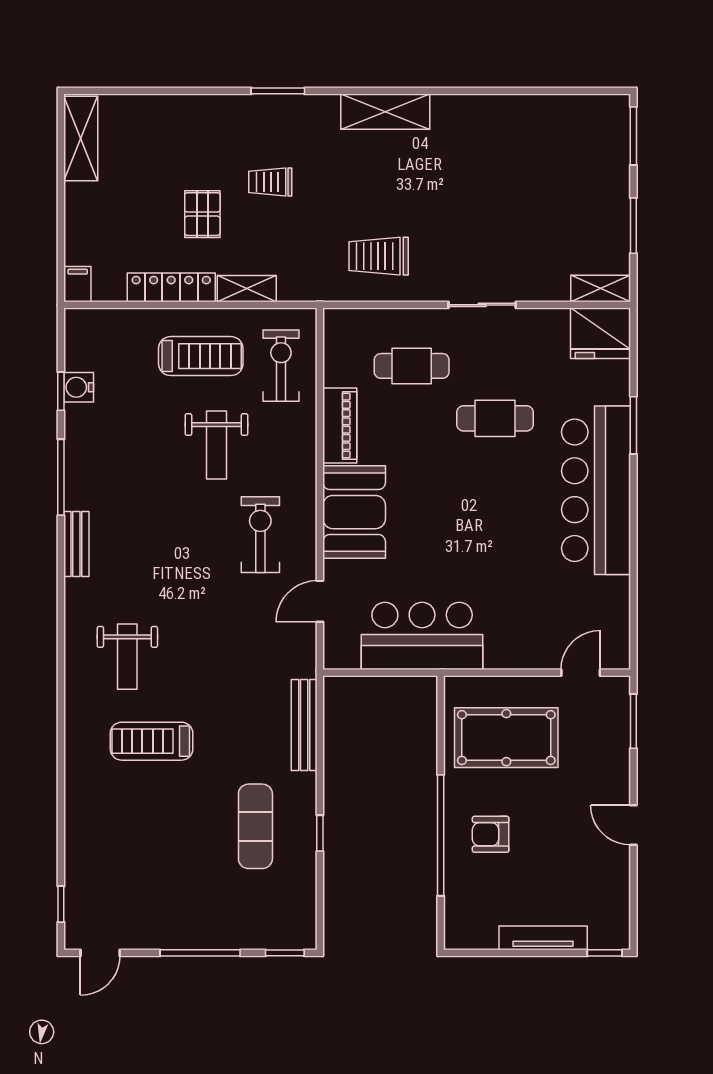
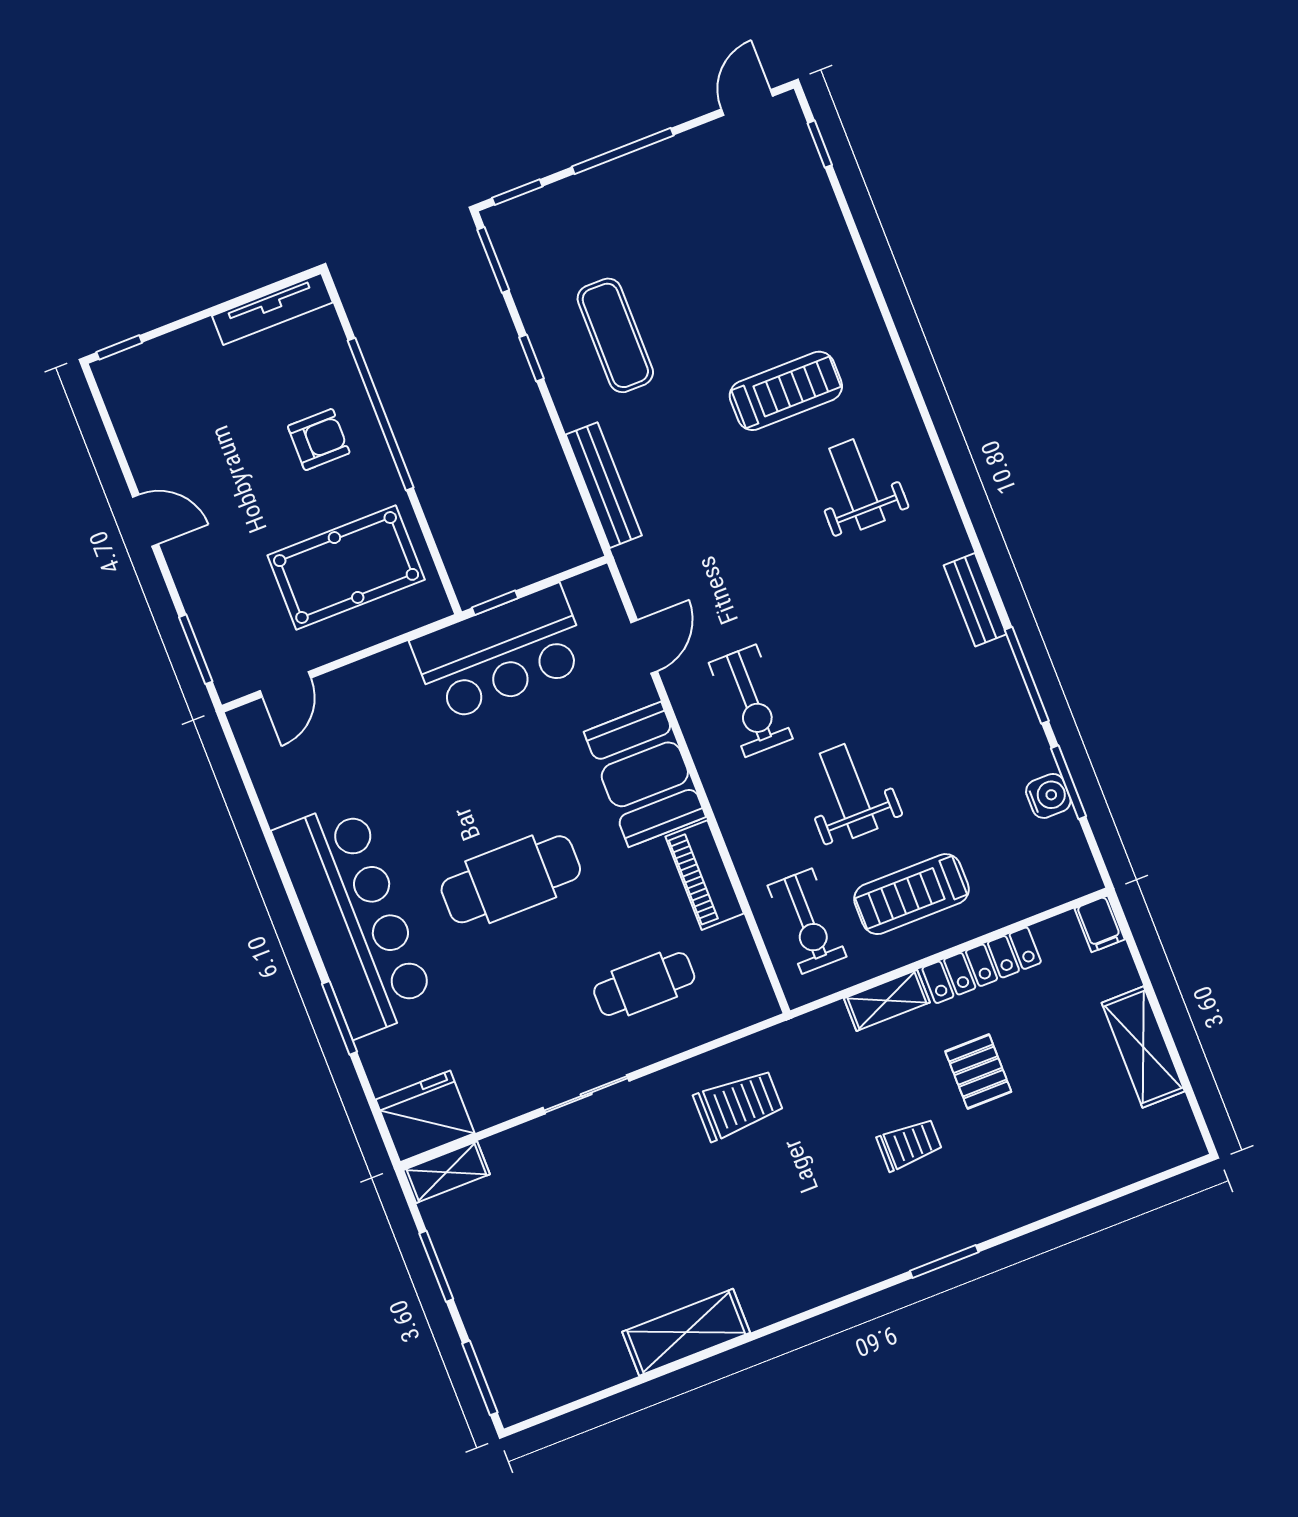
shelving: (385, 112) -> (686, 1332), moved
shelving: (81, 138) -> (1143, 1047), moved
window: (61, 391) -> (1069, 782), width x1.50
cafe table: (495, 418) -> (511, 879), moved, width x1.37, depth x1.35
window: (412, 673) -> (495, 603), added
window: (320, 912) -> (493, 260), added
tv unit: (543, 938) -> (272, 309), moved

